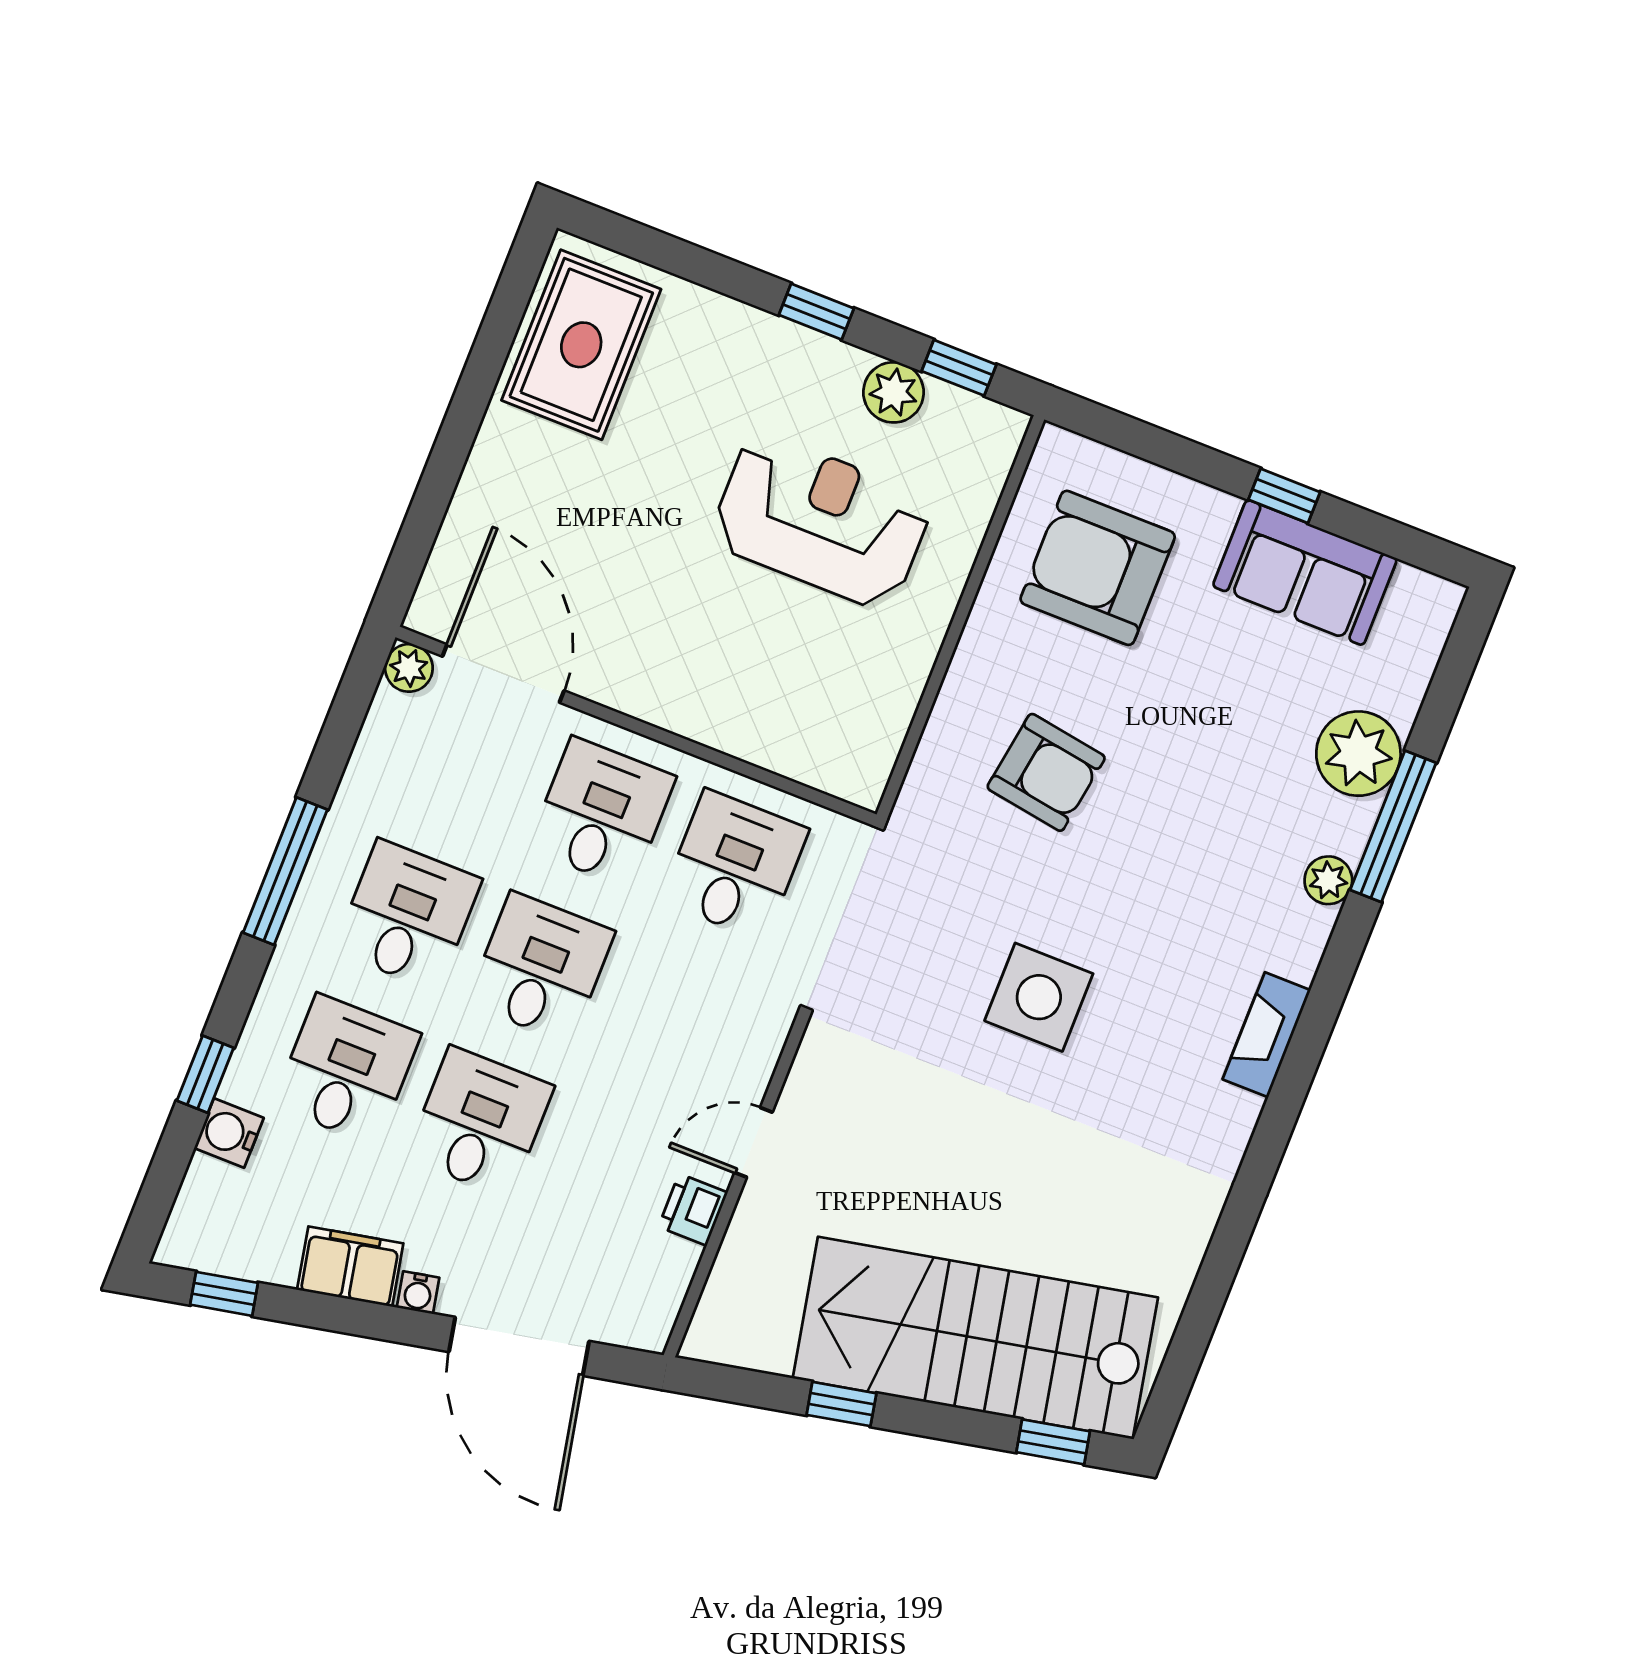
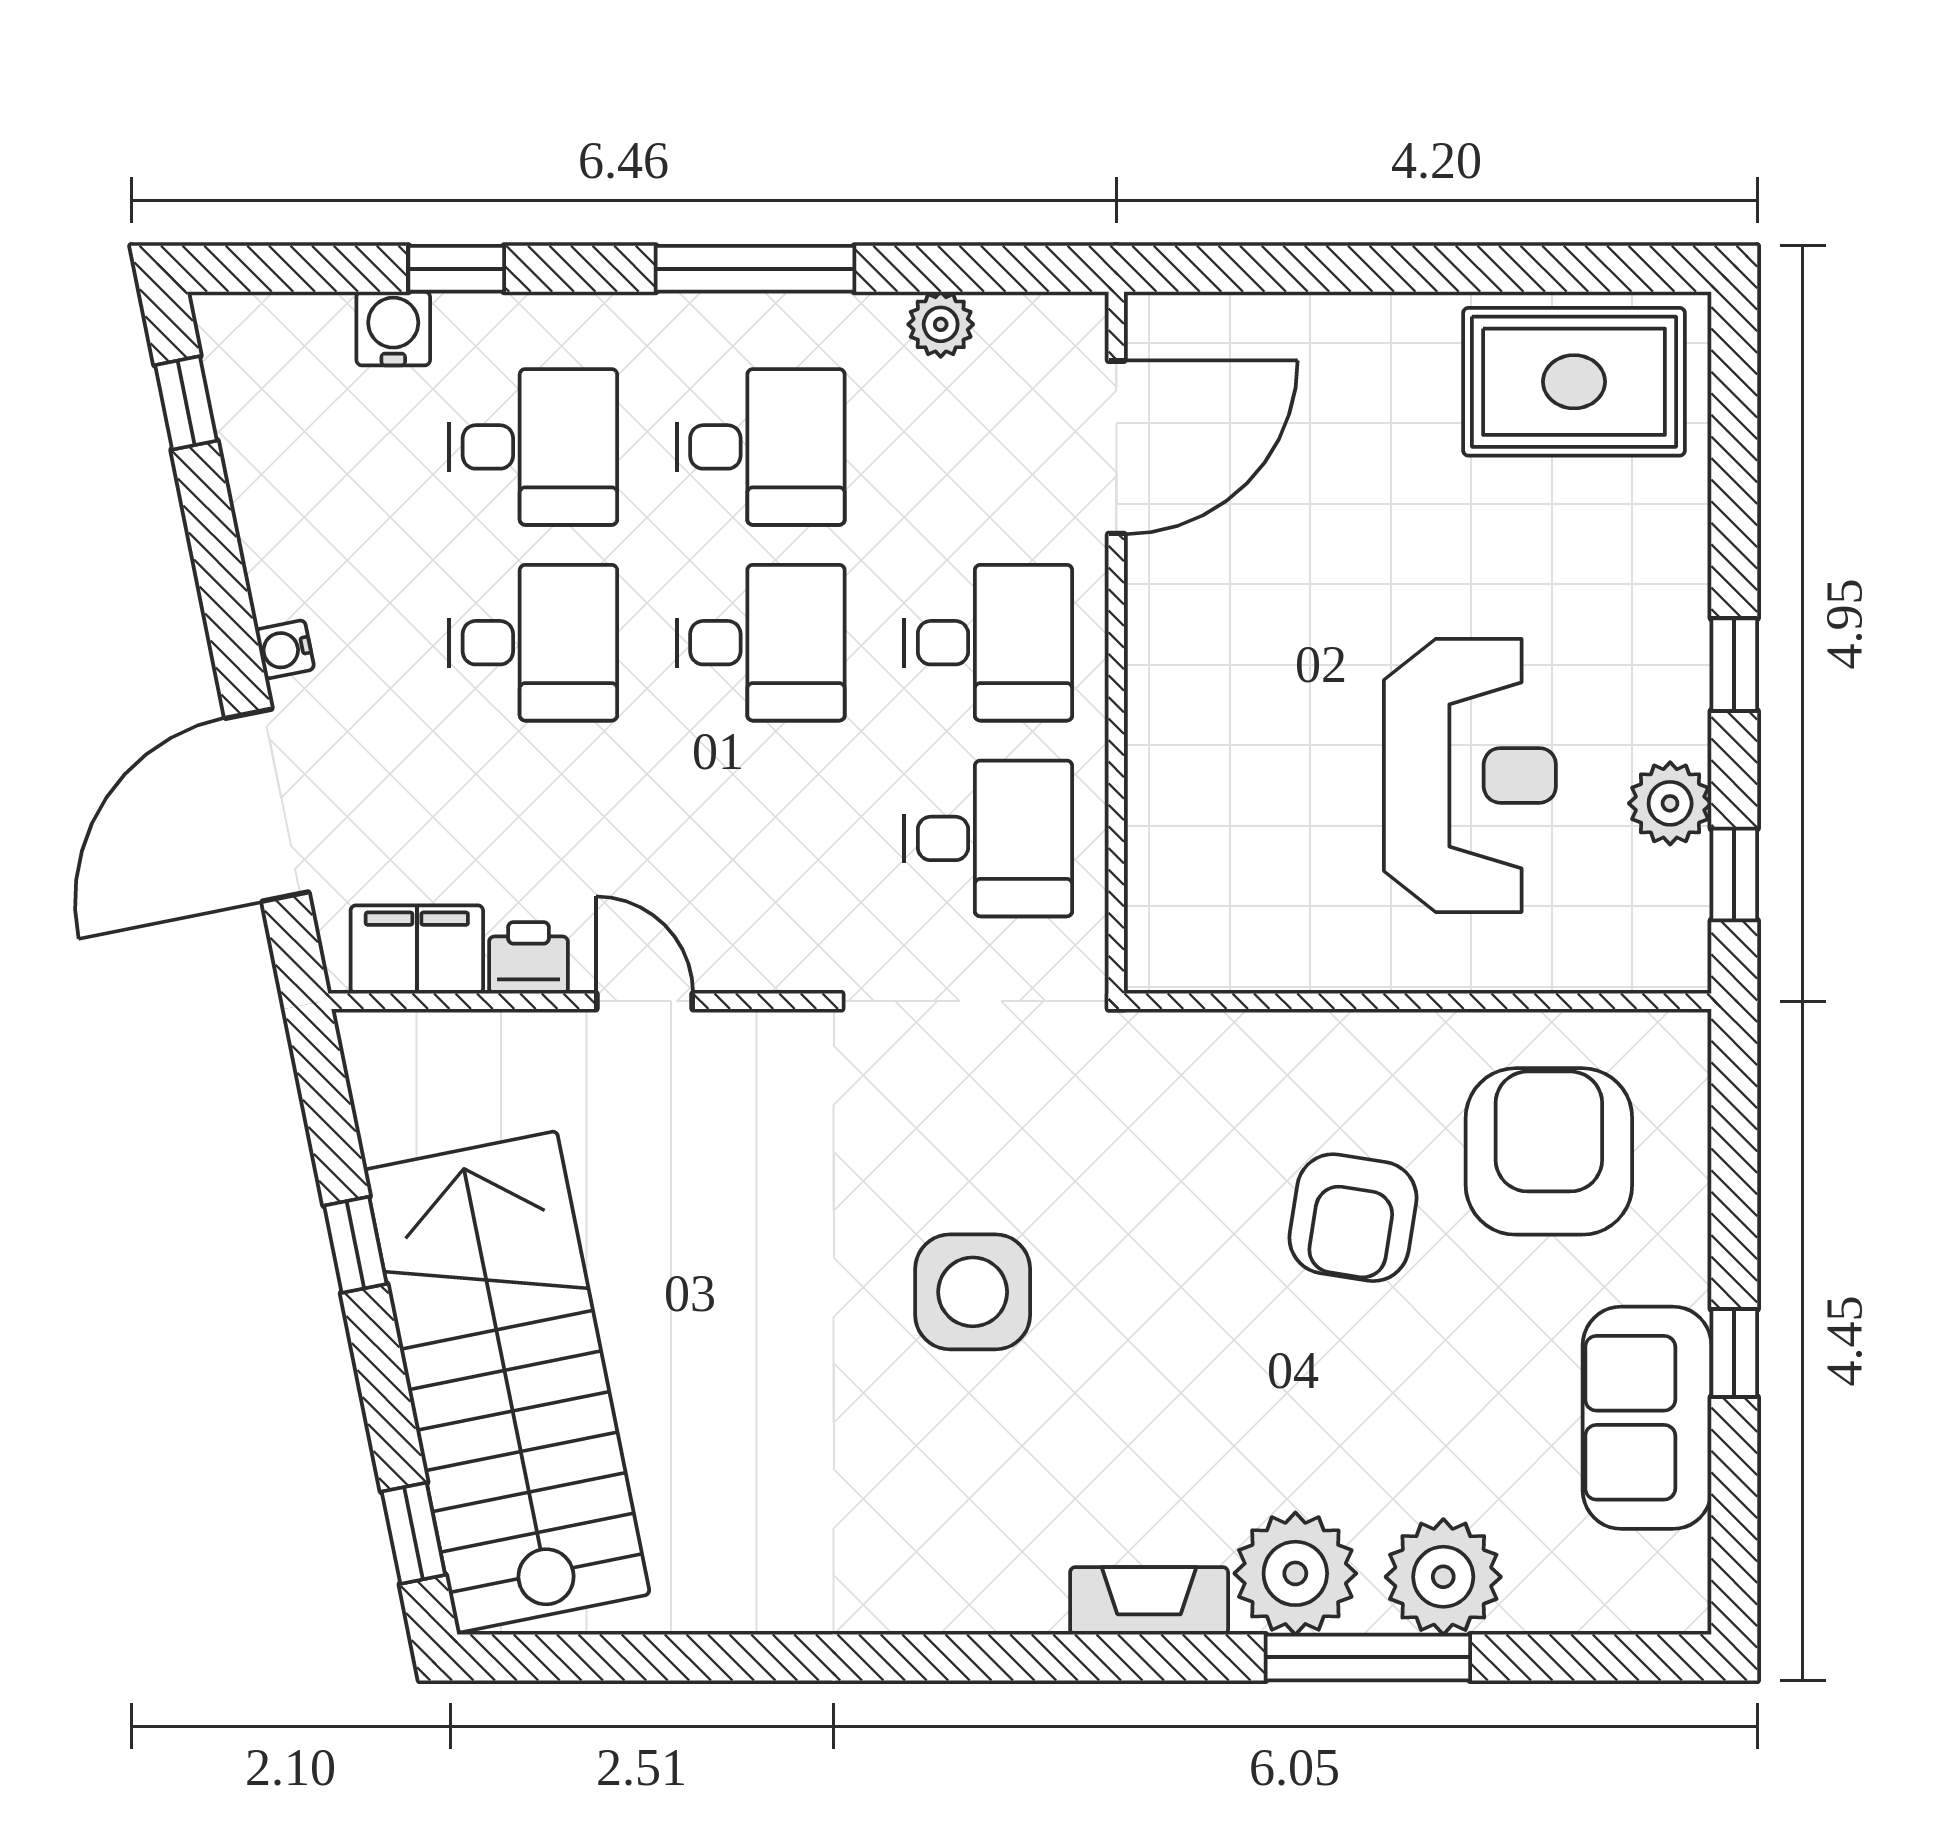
plant: (409, 668) -> (941, 324), moved
armchair: (1046, 772) -> (1353, 1218), moved
plant: (1328, 880) -> (1295, 1573), width x1.88, depth x1.88
fireplace: (1267, 1035) -> (1149, 1601), moved
filing cabinet: (350, 1267) -> (417, 950), moved, turned -79

